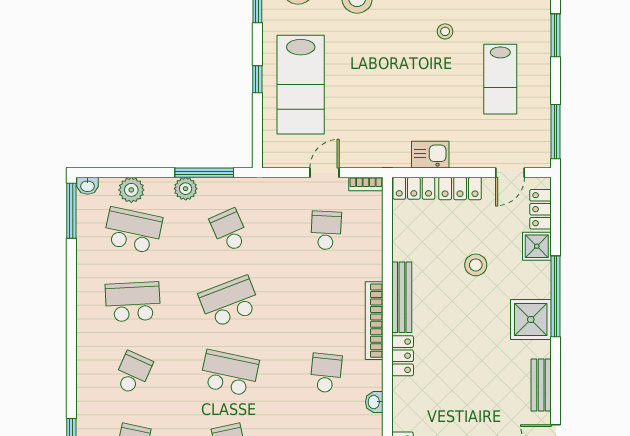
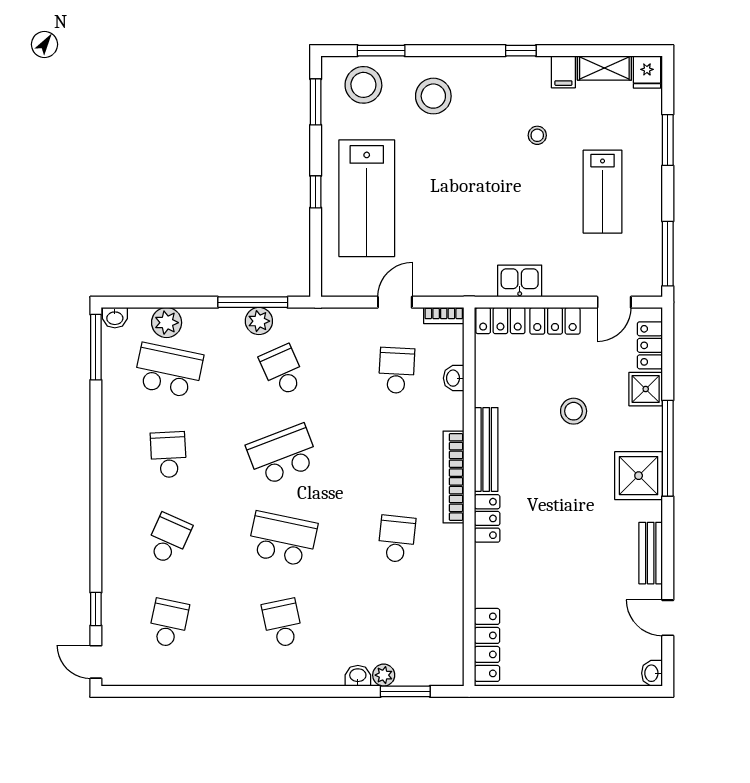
plant: (186, 189) -> (259, 321), moved
school desk: (133, 302) -> (168, 455), width x0.54
washbasin: (374, 402) -> (454, 378), moved

